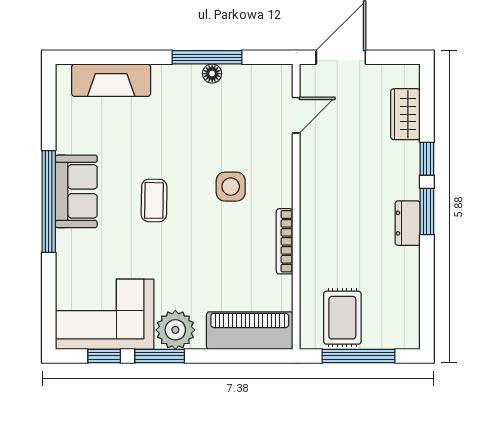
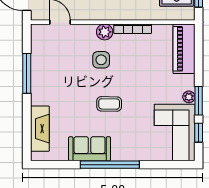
floor lamp: (212, 74) -> (36, 71), removed
sofa: (76, 191) -> (90, 149), moved
plant: (279, 193) -> (105, 32), added
plant: (175, 330) -> (189, 97), width x0.53, depth x0.53

